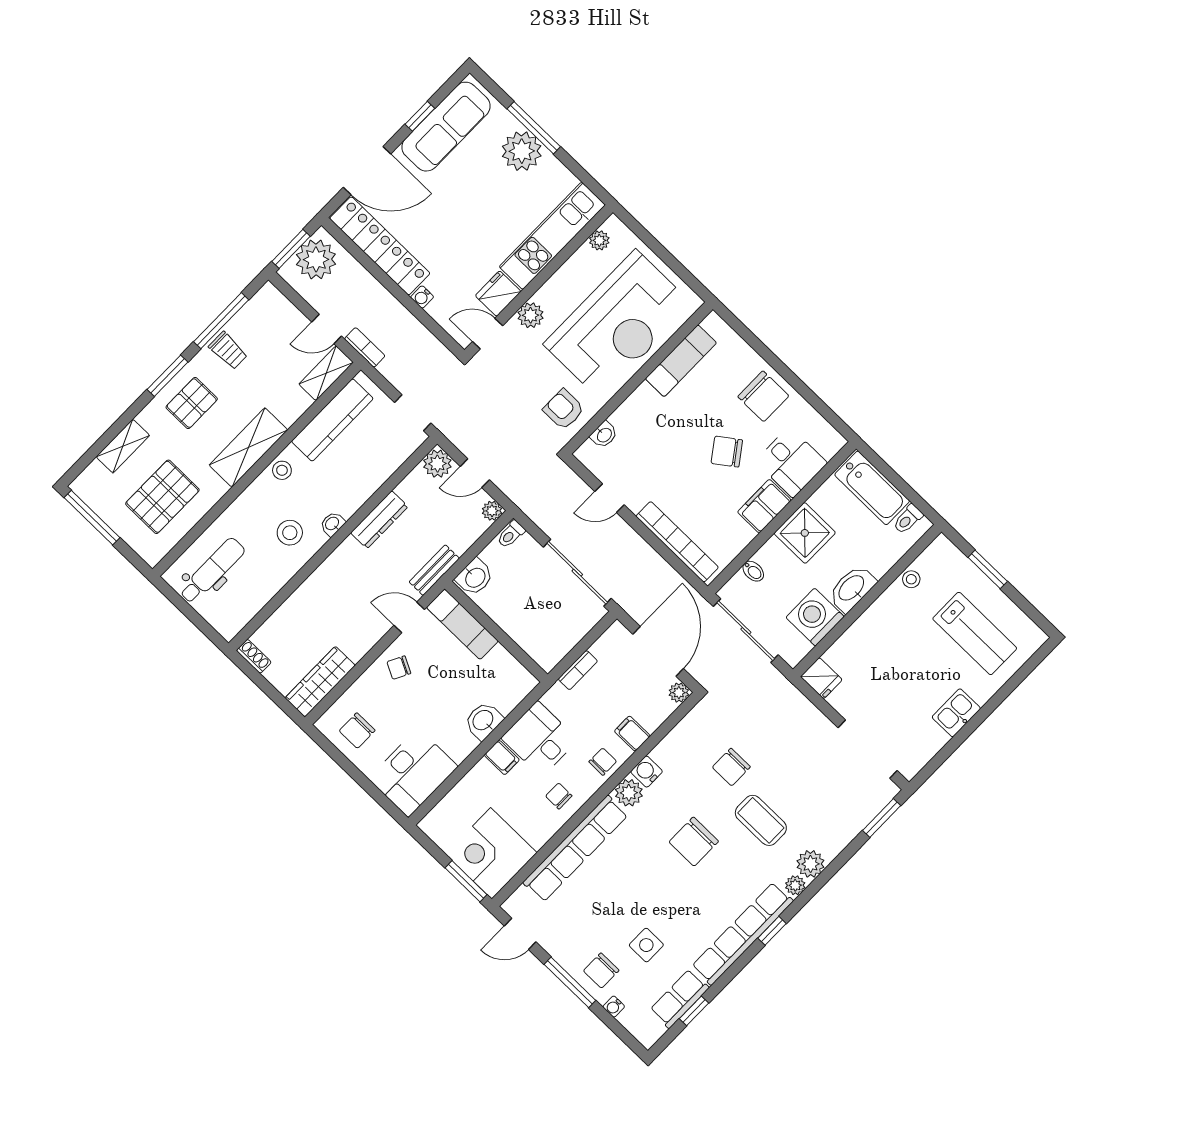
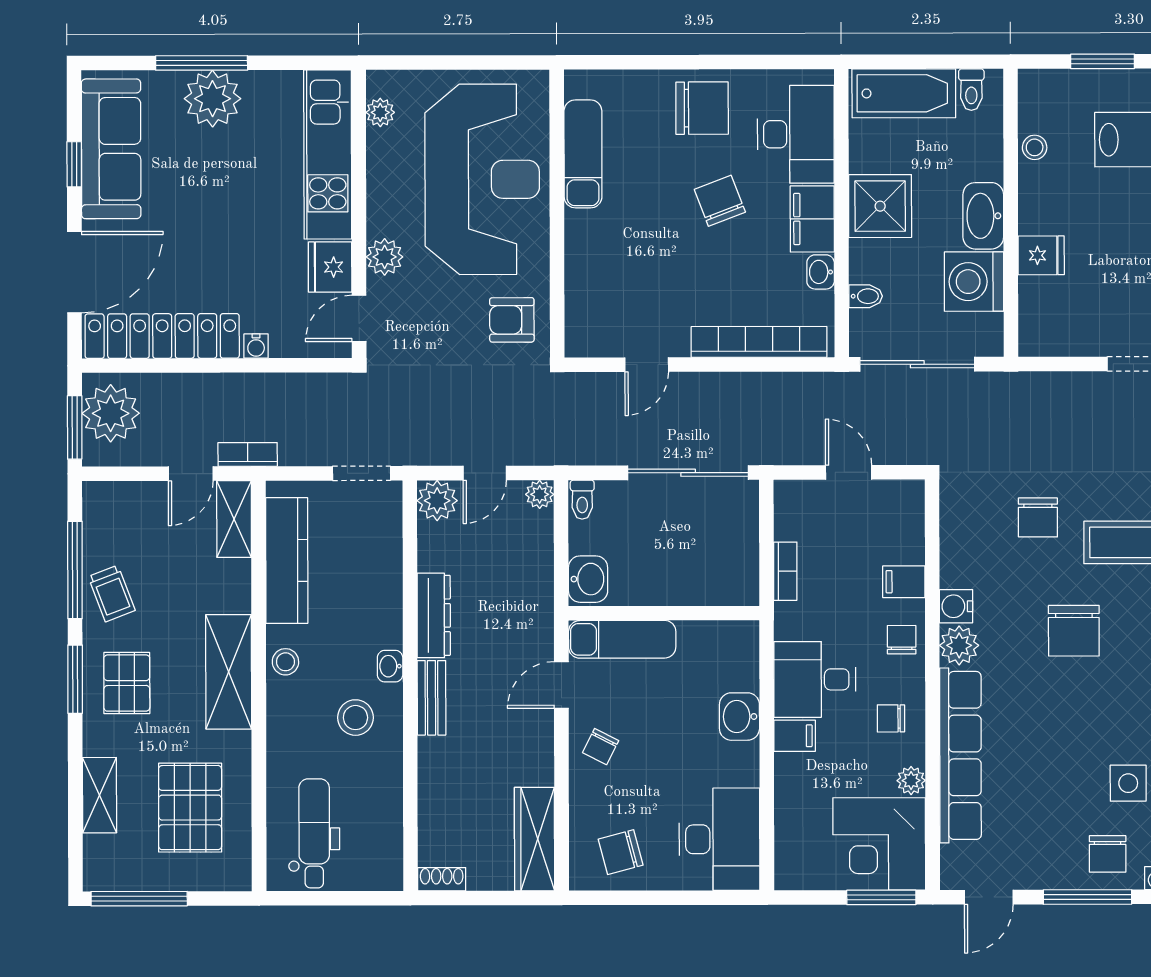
trolley: (228, 351) -> (112, 594), turned 69
washbasin: (604, 435) -> (821, 272), moved, turned 180
chair: (727, 452) -> (720, 201), turned 105
desk: (791, 462) -> (796, 134), width x1.37
bench: (434, 570) -> (432, 698), moved
door: (658, 651) -> (849, 472), width x0.53
fridge: (821, 678) -> (1041, 255), moved
plant: (679, 693) -> (911, 781), moved
chair: (357, 731) -> (621, 852), turned 75

